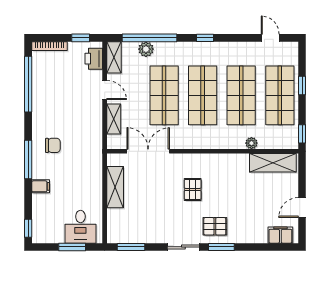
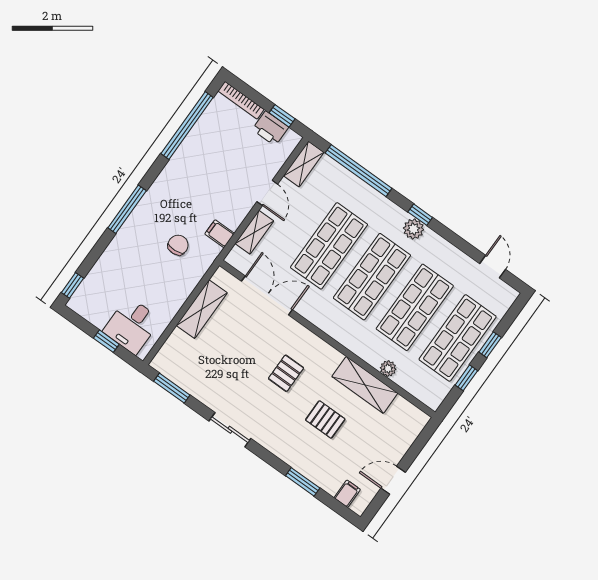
plant: (146, 49) -> (414, 229), moved
printer: (94, 59) -> (270, 128), moved, turned -90
window: (302, 134) -> (466, 378), moved
chair: (53, 145) -> (178, 245), moved, turned -94
shelving: (273, 163) -> (365, 385), moved
filing cabinet: (41, 186) -> (220, 234), moved, turned 180
pallet: (215, 226) -> (325, 419), moved
filing cabinet: (280, 235) -> (347, 494), width x0.50
window: (72, 247) -> (106, 341), width x0.67
window: (221, 247) -> (303, 482), moved

